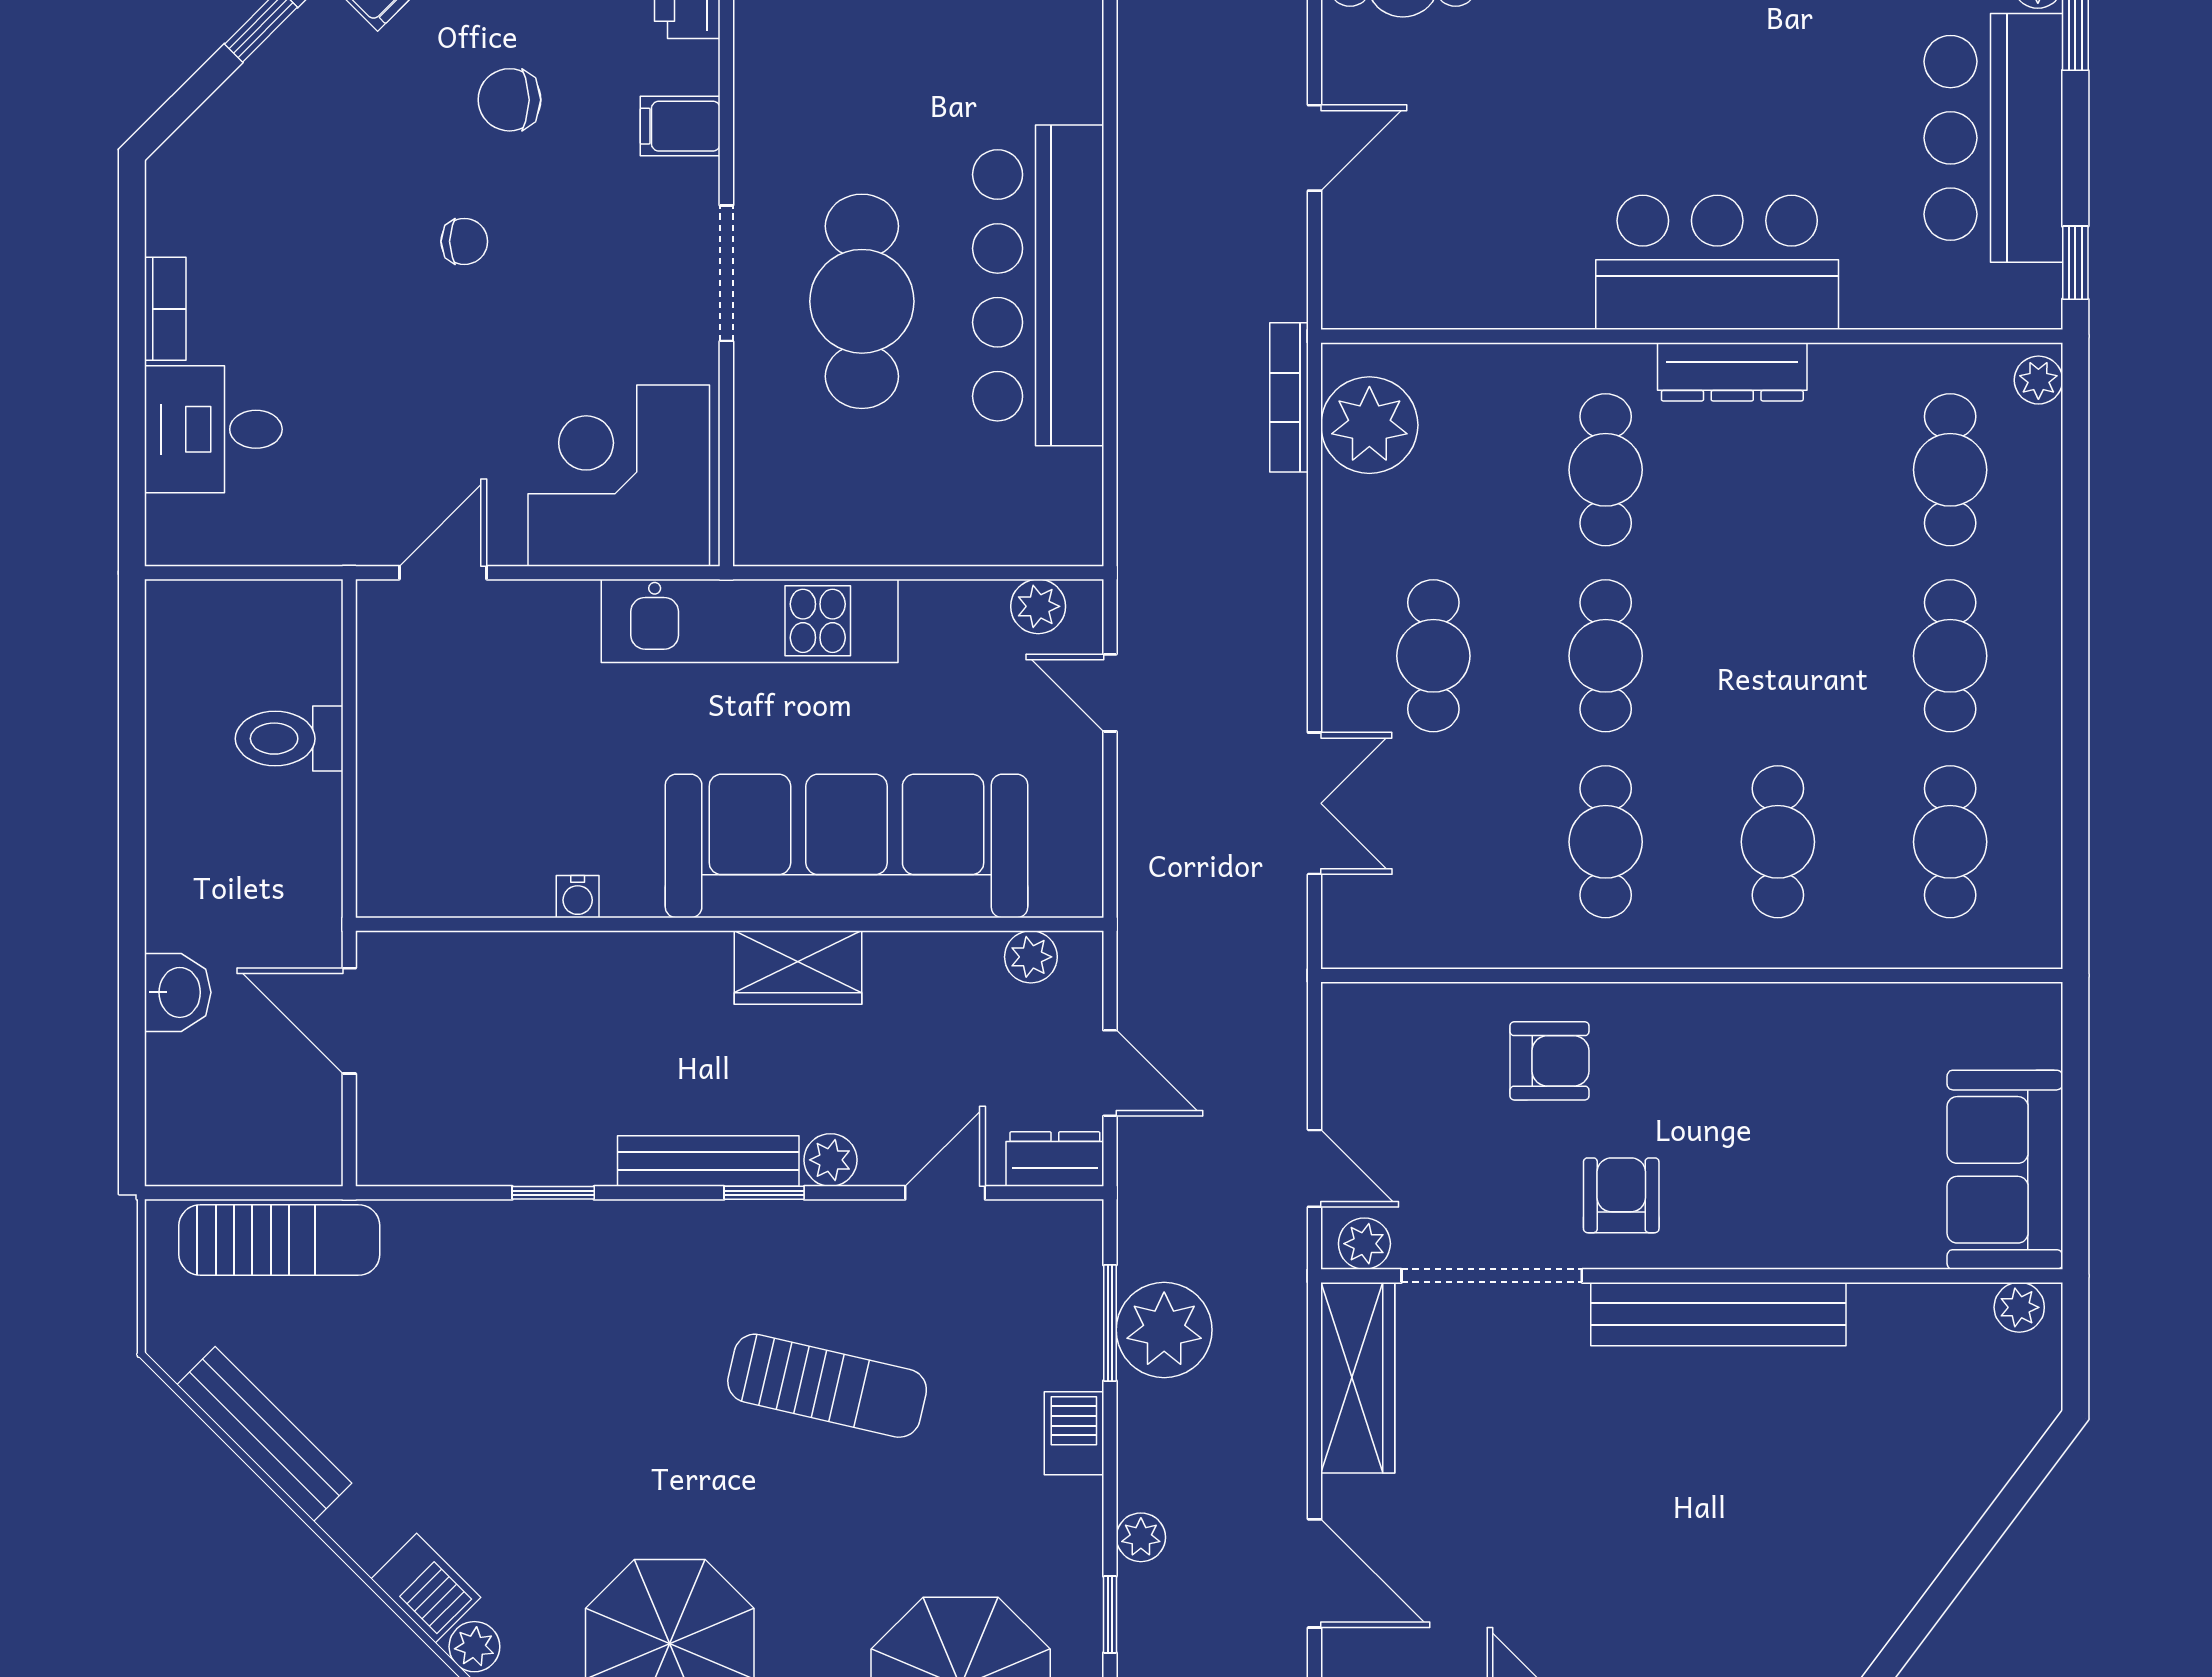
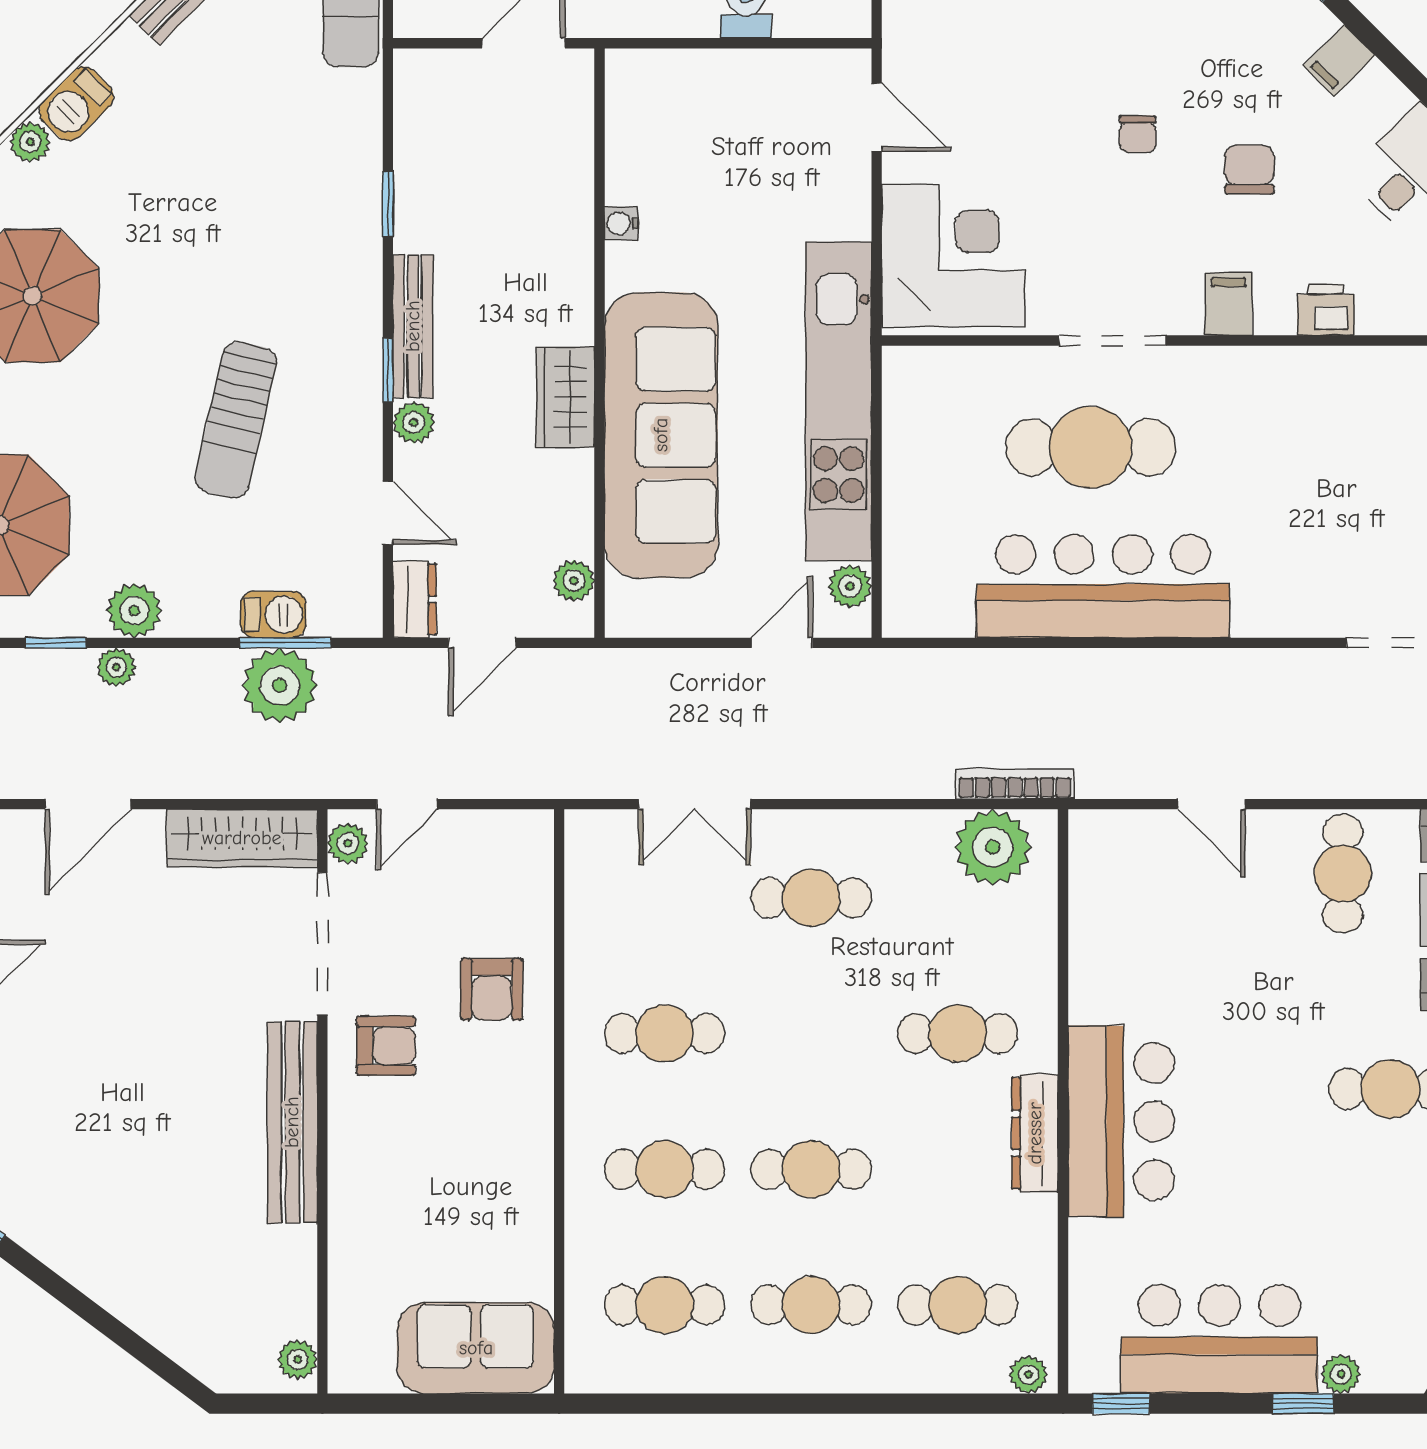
kitchen unit: (750, 621) -> (839, 401), width x1.36
cafe table: (1606, 656) -> (811, 1169), moved
sofa: (2005, 1170) -> (476, 1348), moved
barbecue: (1074, 1433) -> (273, 614), moved
plant: (1069, 1515) -> (134, 611), added

